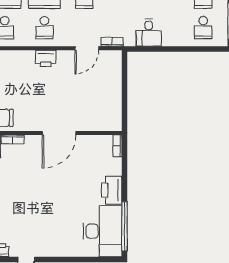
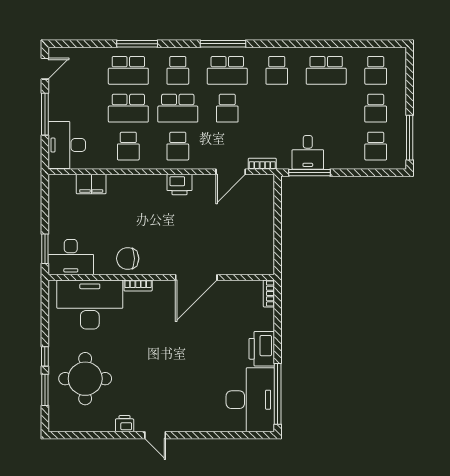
window: (150, 49) -> (309, 173), added

